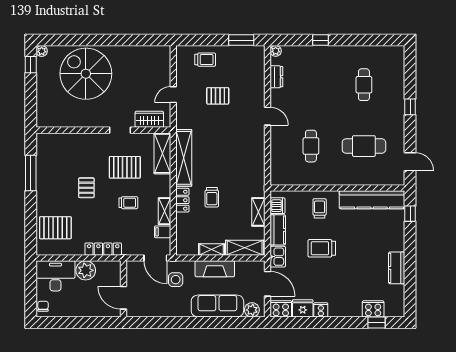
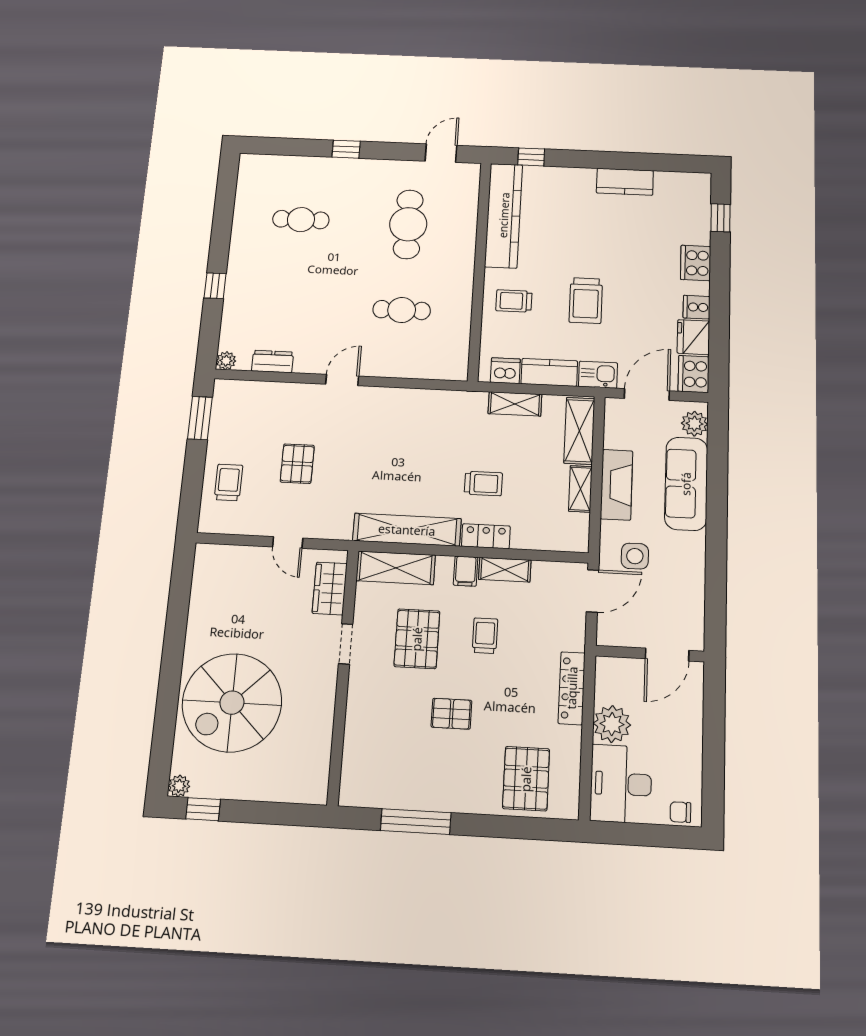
filing cabinet: (163, 232) -> (466, 571), moved
cooker: (373, 309) -> (696, 263), moved

